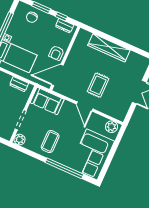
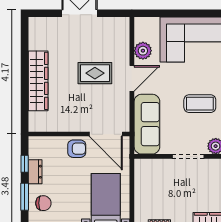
dresser: (64, 26) -> (35, 172), moved
dresser: (19, 84) -> (141, 180), removed
sofa: (47, 101) -> (147, 124), width x1.36
plant: (112, 127) -> (143, 51), moved

